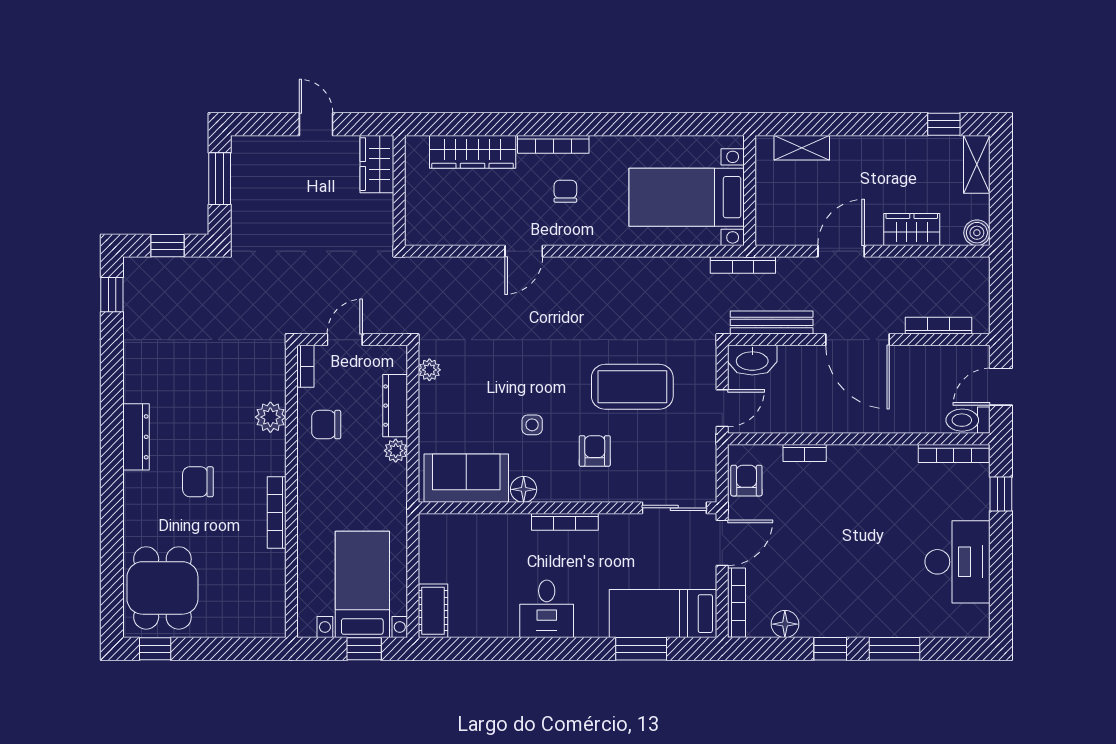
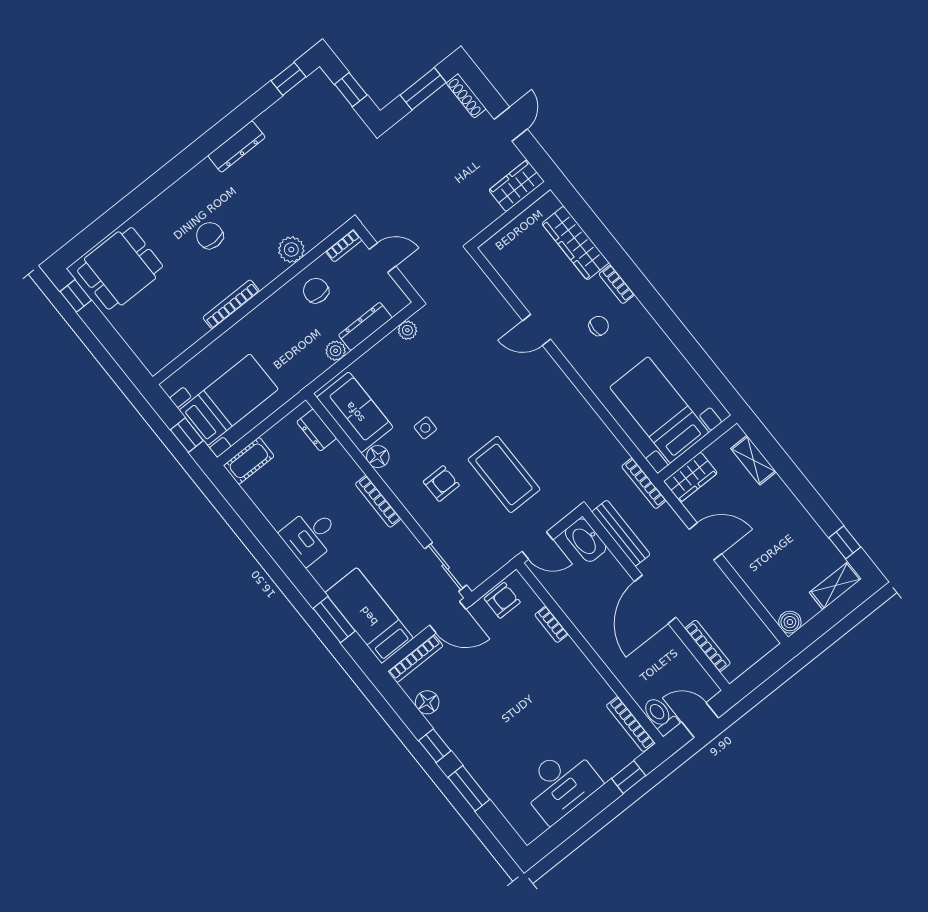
shoe rack: (258, 144) -> (466, 96), added
bookcase: (553, 144) -> (617, 284), width x0.64
wardrobe: (912, 230) -> (691, 477), moved, turned 90
dresser: (136, 437) -> (237, 147), moved
dresser: (455, 526) -> (317, 430), added

